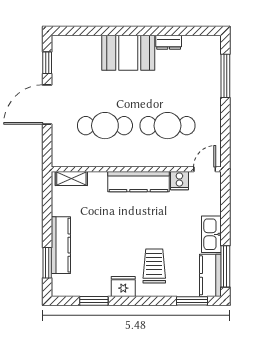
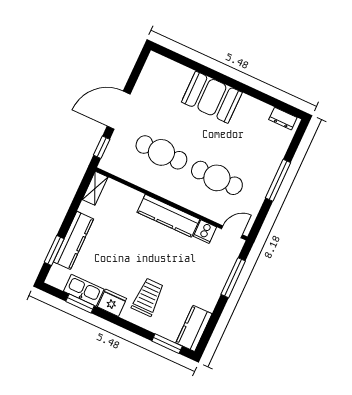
dresser: (169, 42) -> (283, 119), moved
window: (47, 63) -> (102, 147), moved
window: (225, 76) -> (278, 180), moved
shelving: (71, 179) -> (95, 188), moved, turned 90
kitchen sink: (211, 234) -> (84, 290), moved, turned 90
window: (225, 266) -> (233, 278), moved

